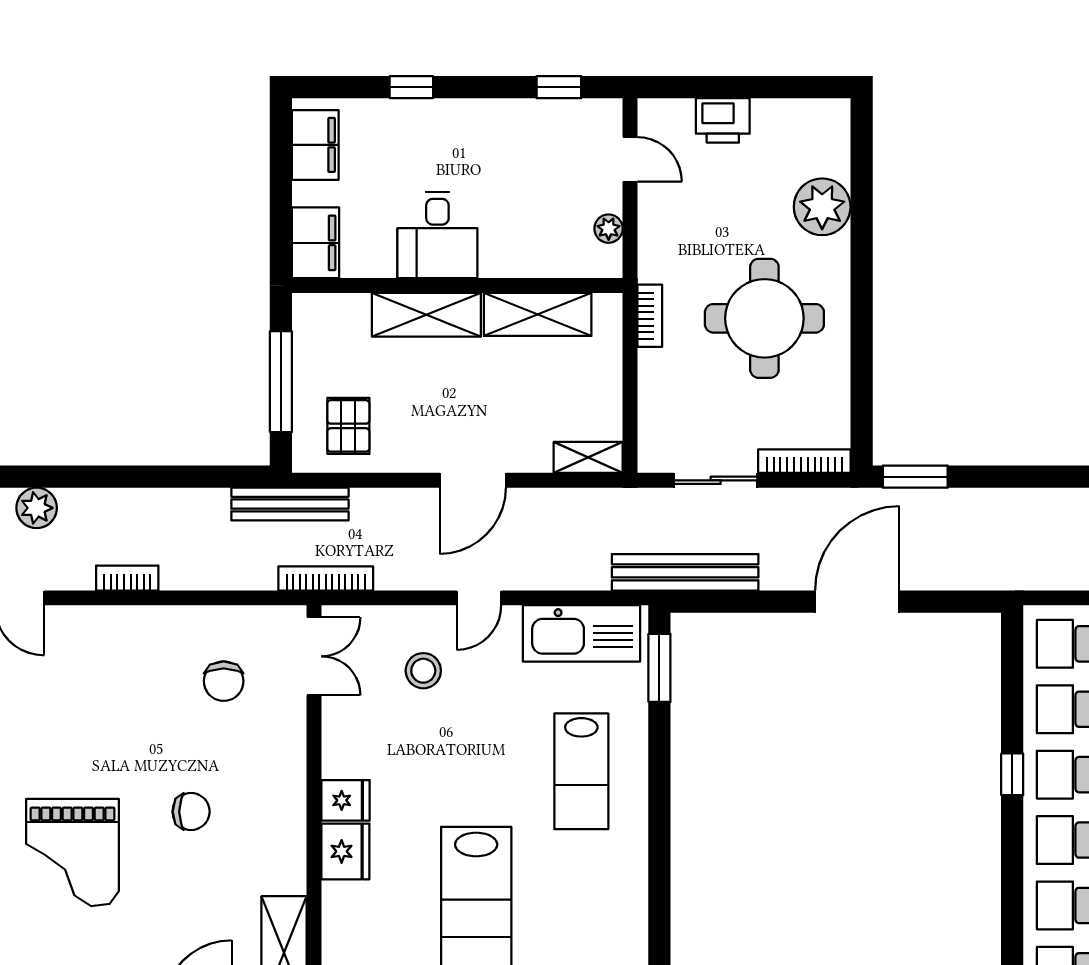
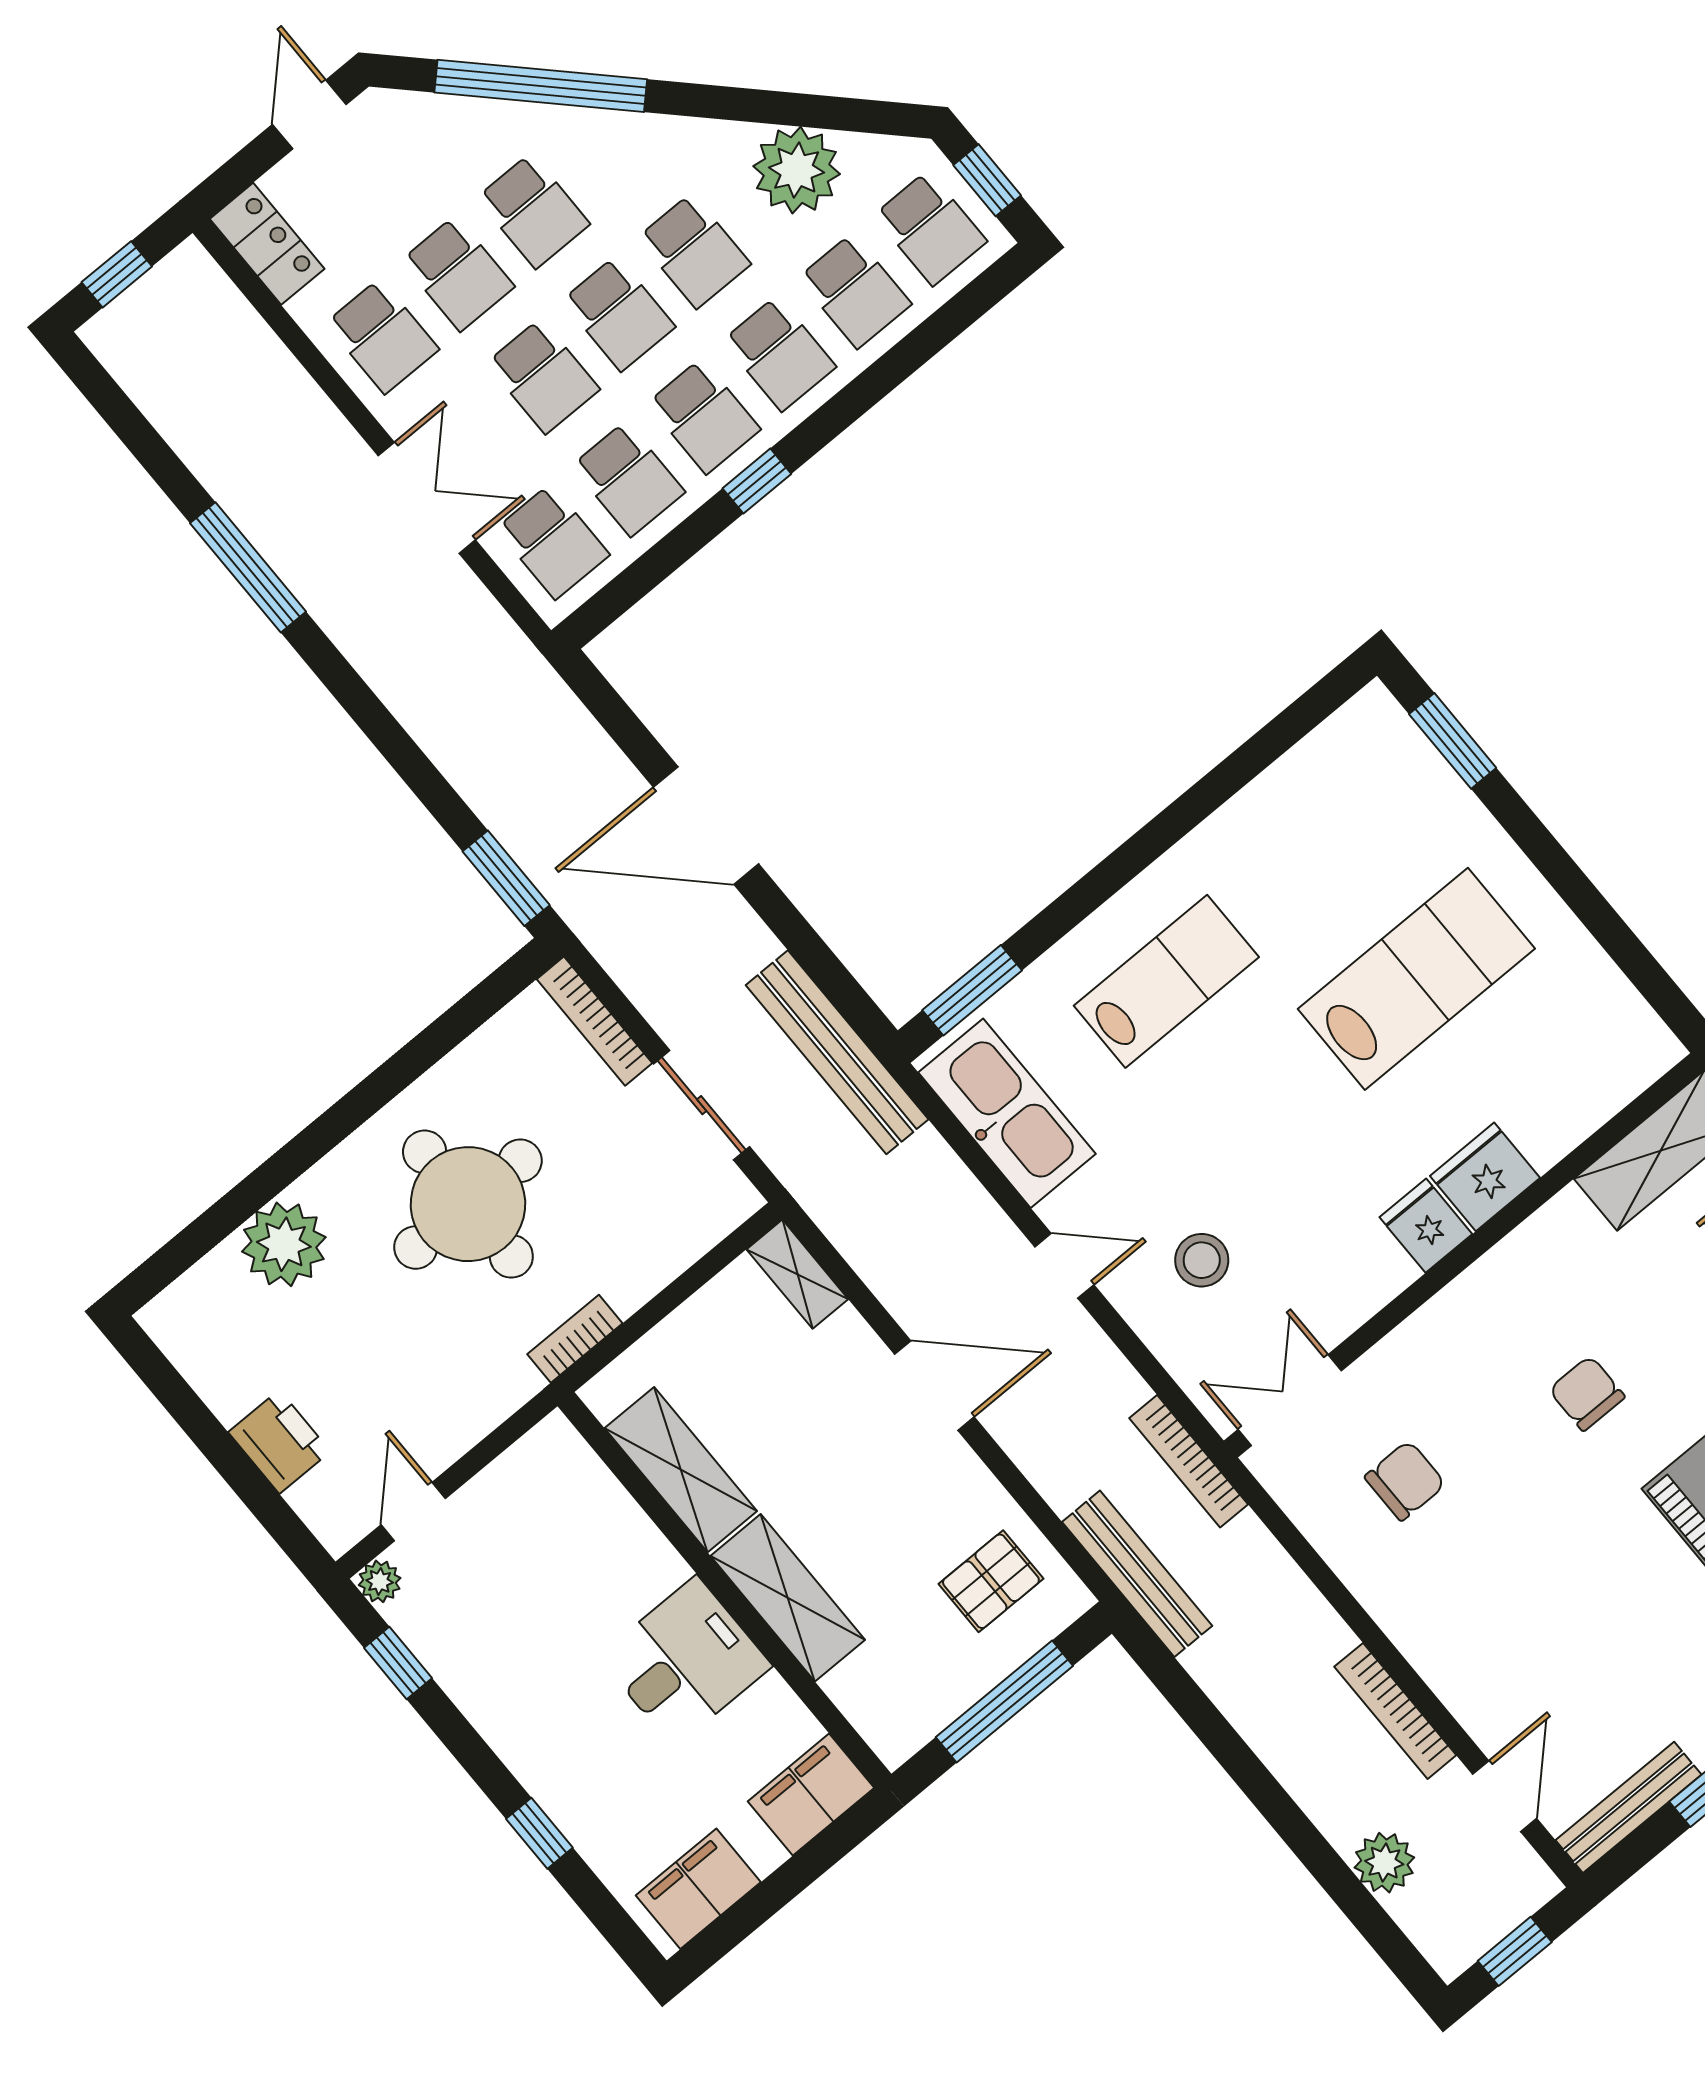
plant: (609, 229) -> (380, 1581), moved
bookcase: (127, 578) -> (1395, 1711), width x1.56

